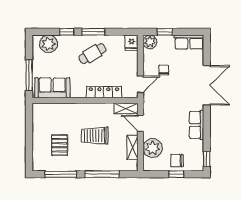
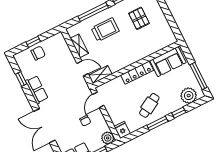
window: (29, 75) -> (199, 76), moved
locker: (104, 92) -> (137, 73), moved
trolley: (95, 136) -> (105, 30), moved
plant: (153, 148) -> (63, 53), removed
window: (207, 159) -> (21, 79), moved

